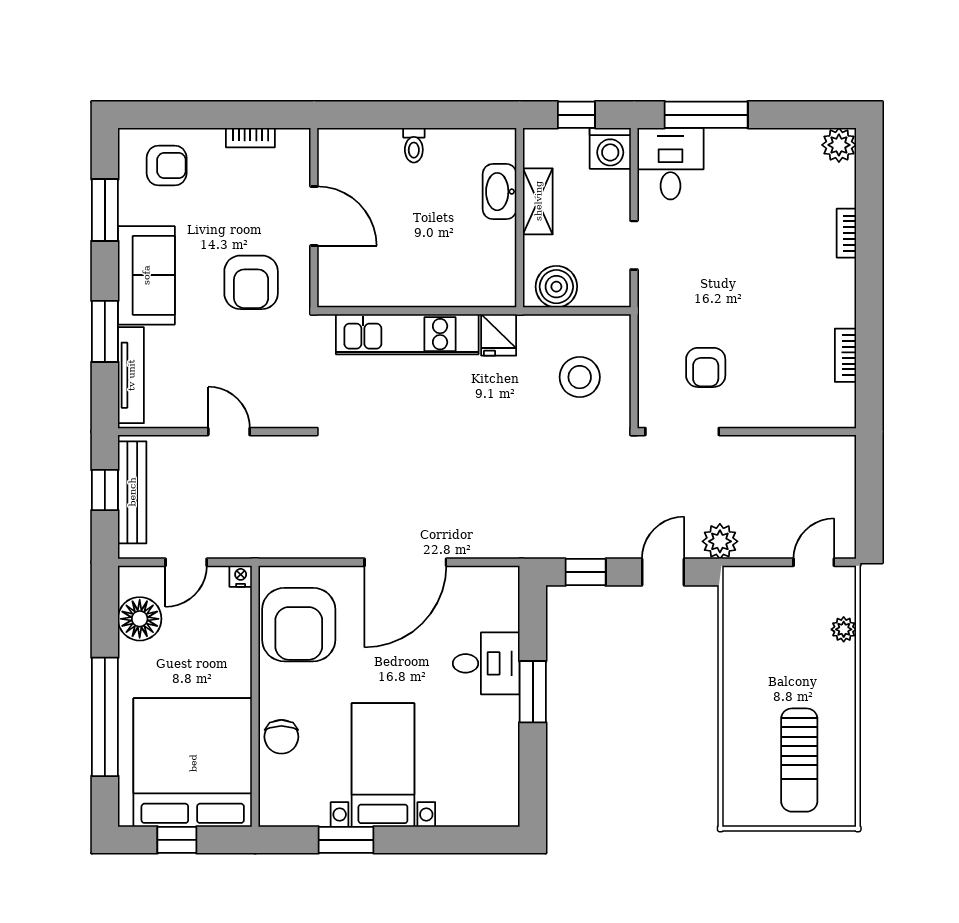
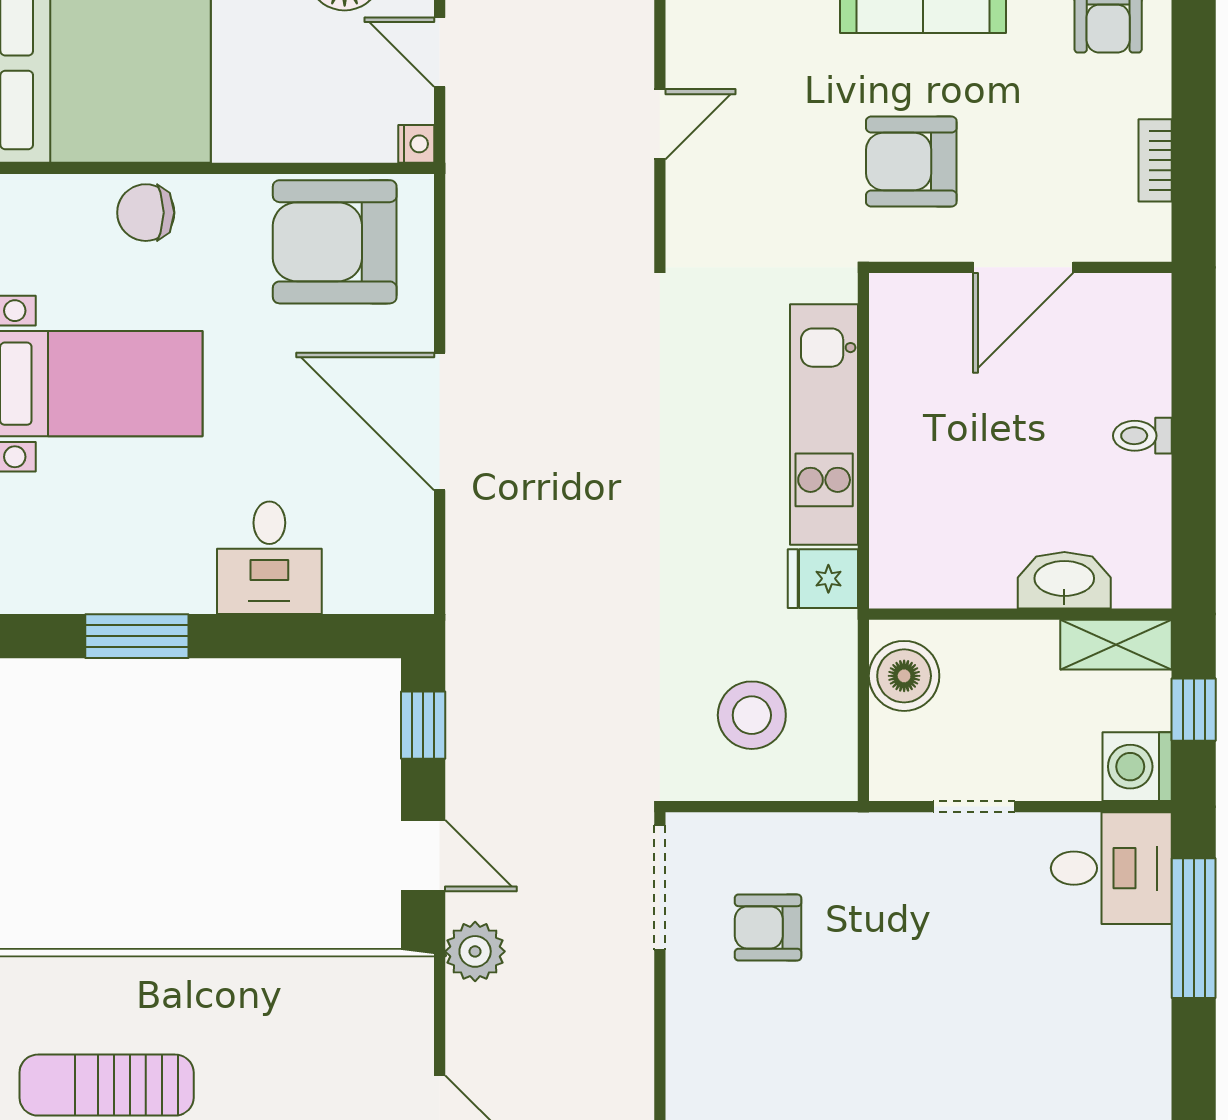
shelving: (538, 201) -> (1116, 645), moved
window: (533, 692) -> (137, 636), moved

